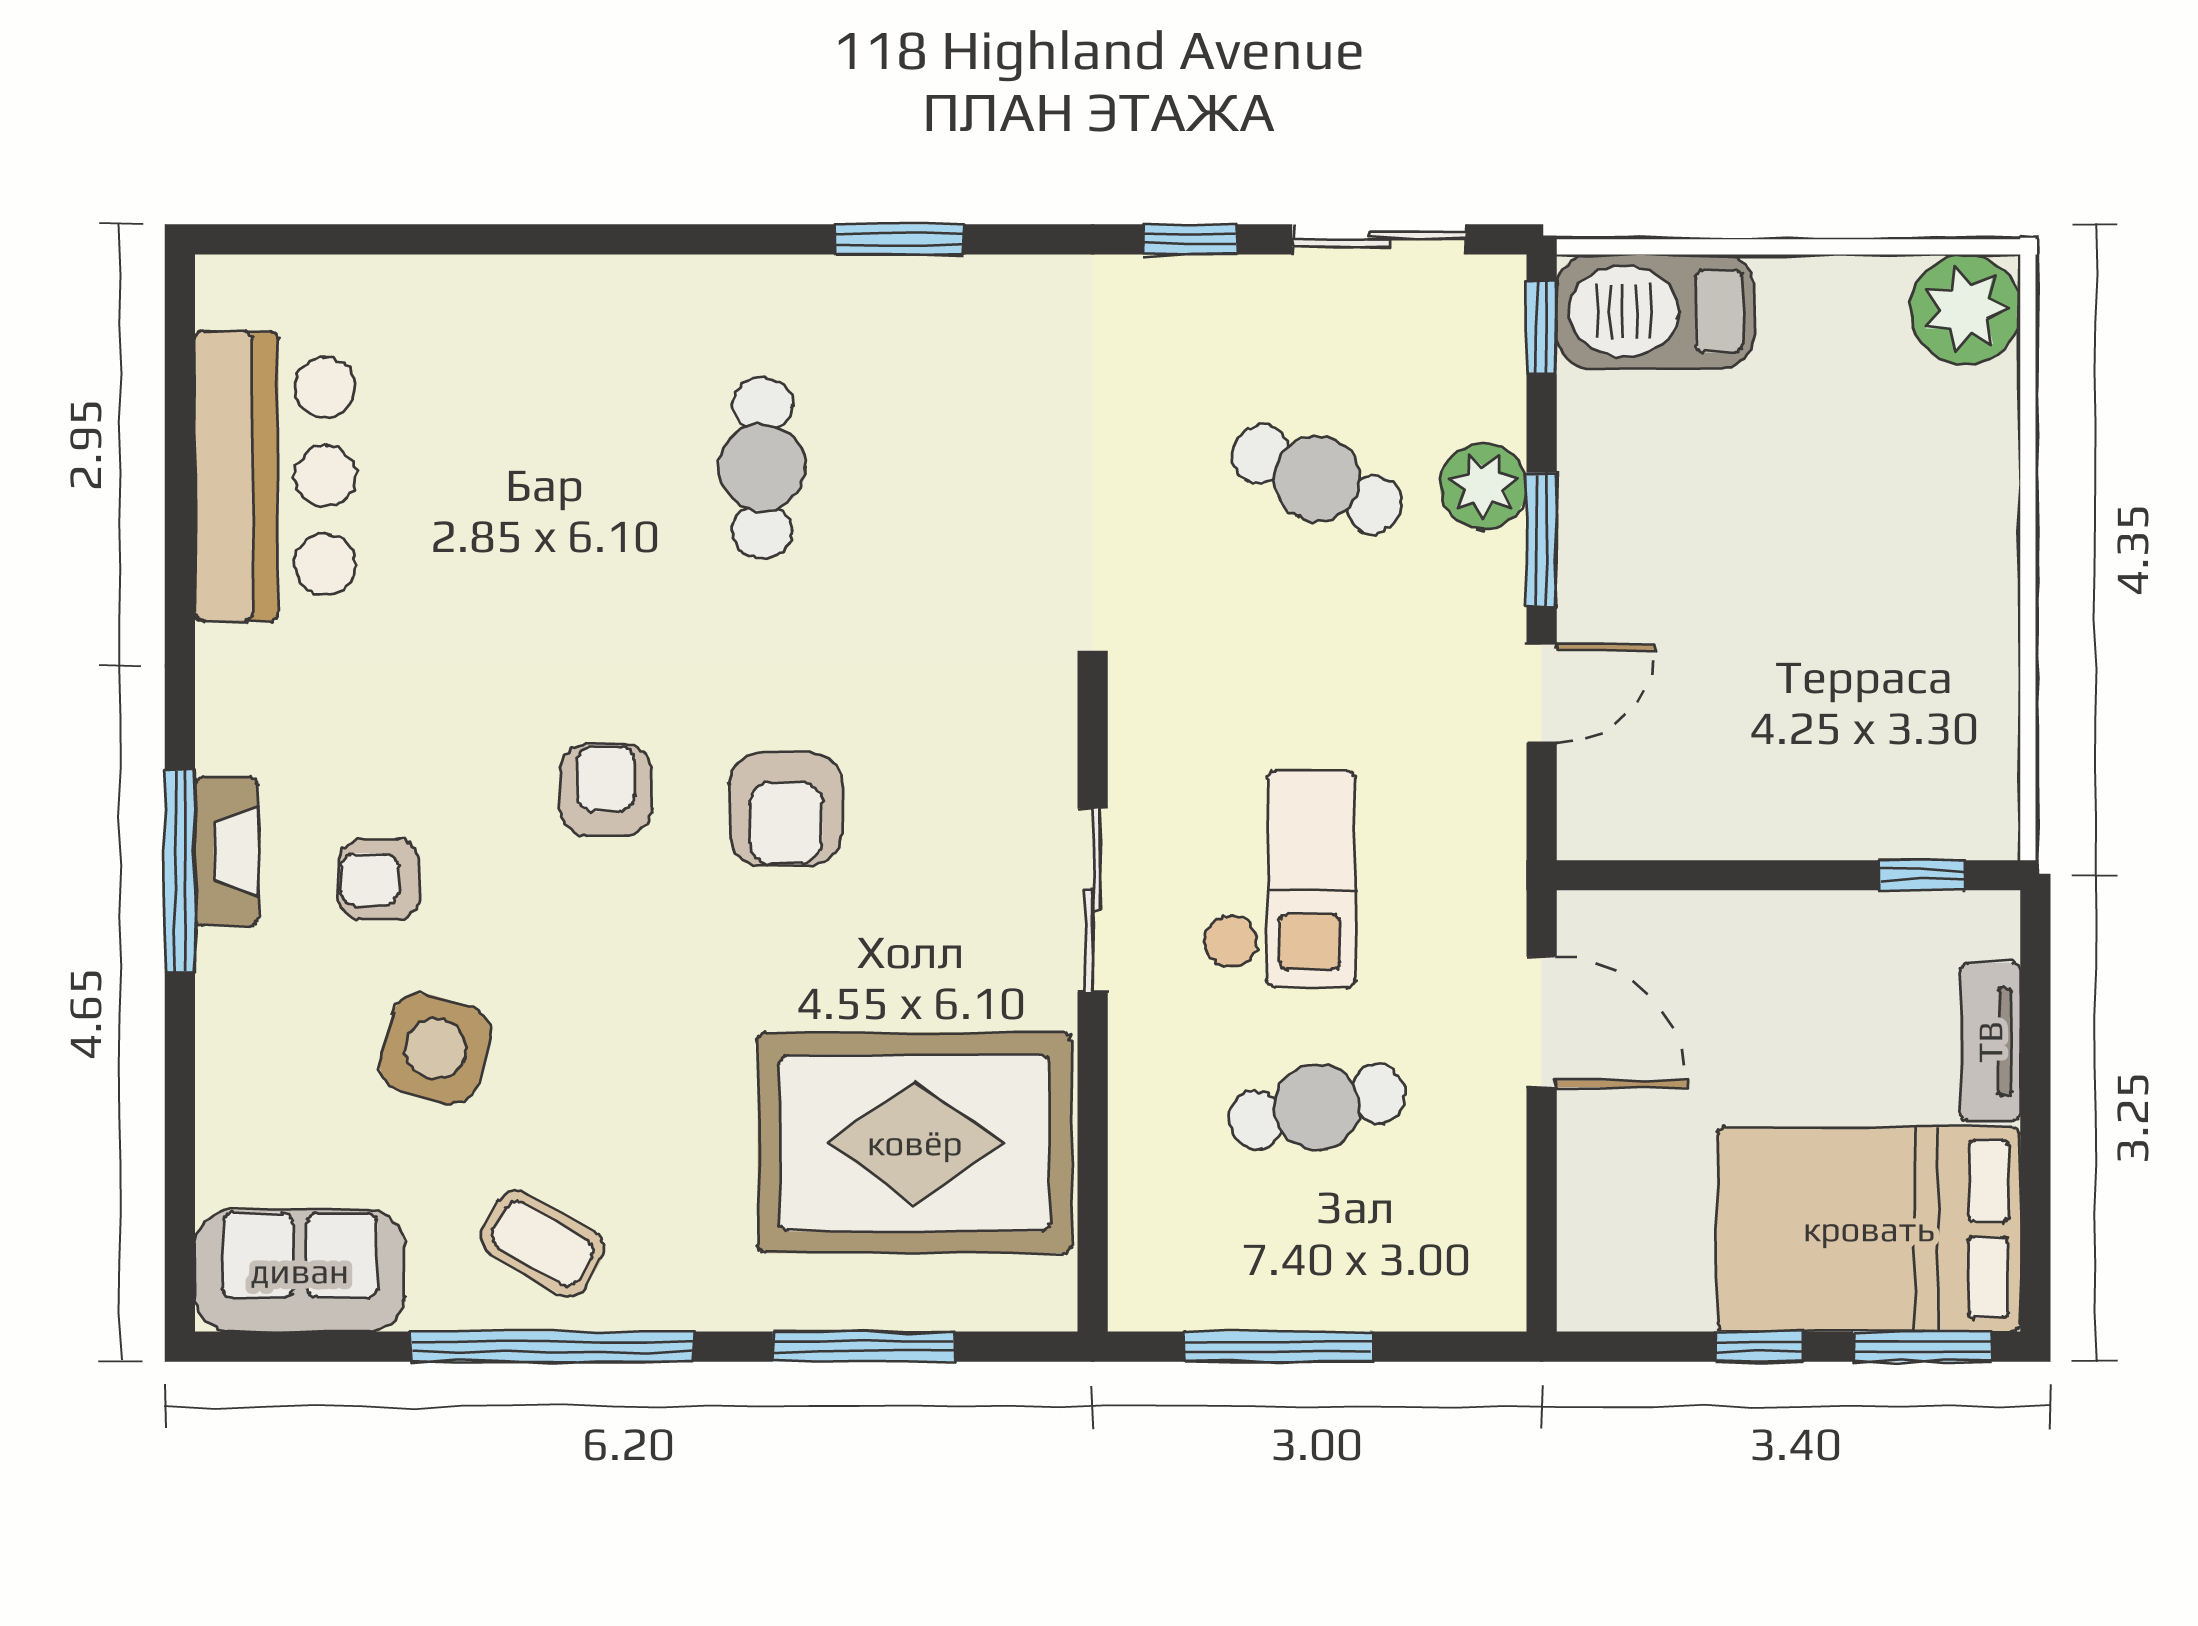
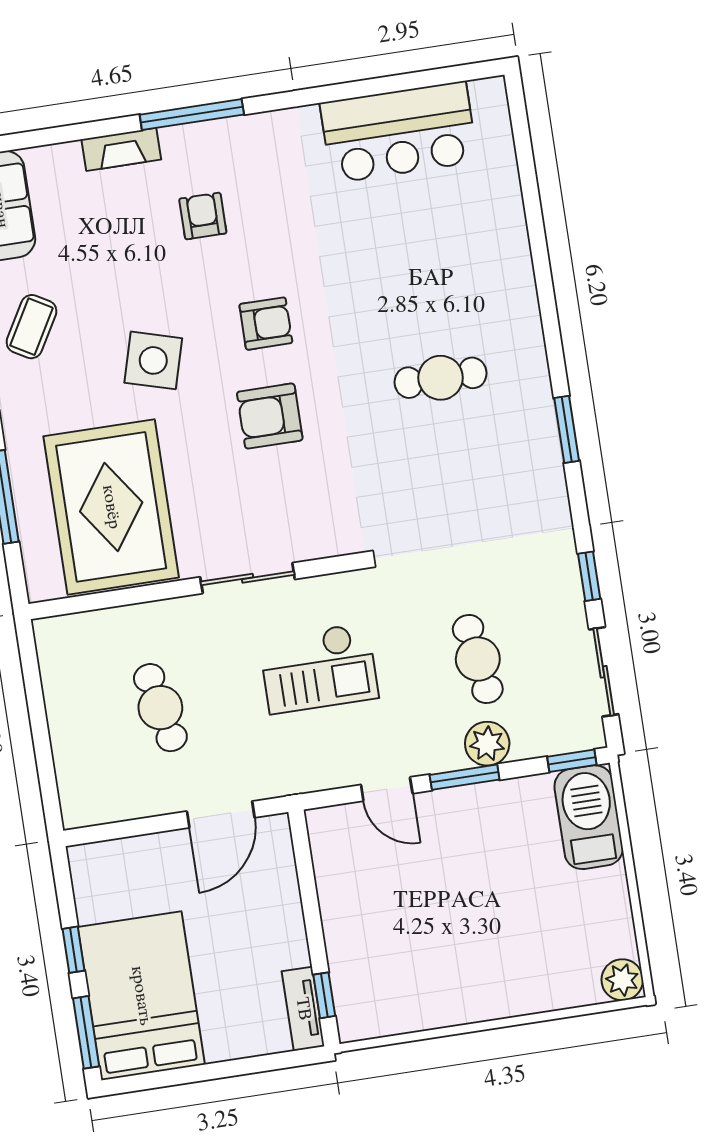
plant: (1965, 309) -> (622, 980), width x0.73, depth x0.73
cafe table: (1317, 479) -> (478, 659), turned -33
fireplace: (226, 852) -> (121, 149), moved
checkout: (1279, 879) -> (319, 668), moved
tv unit: (1990, 1042) -> (303, 1009), moved, turned -90
side table: (435, 1049) -> (153, 360), moved
window: (1278, 1347) -> (36, 706), removed

